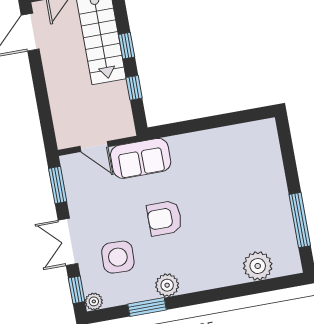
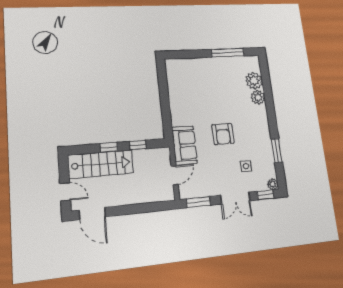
side table: (118, 257) -> (246, 166), width x0.54, depth x0.54
plant: (167, 285) -> (258, 97), moved

